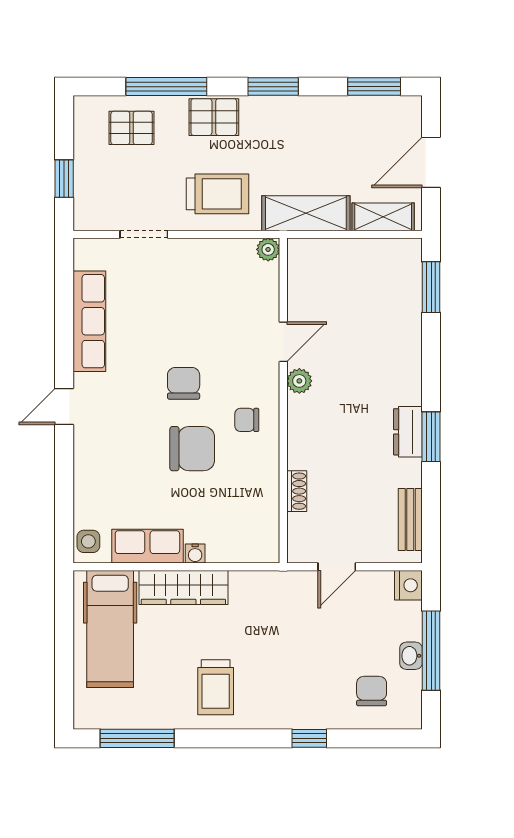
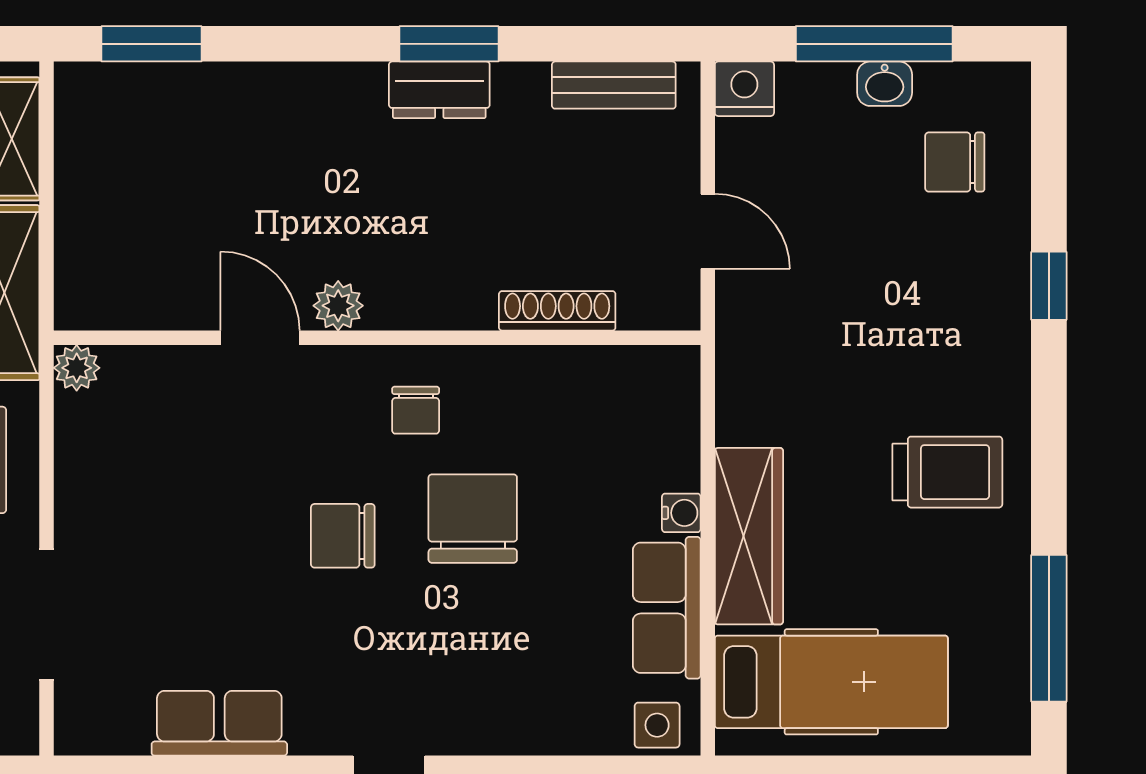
doorway: (144, 234) -> (47, 615), width x1.38
row of seats: (89, 321) -> (219, 723), width x0.68
shoe rack: (297, 491) -> (557, 311), width x1.43

